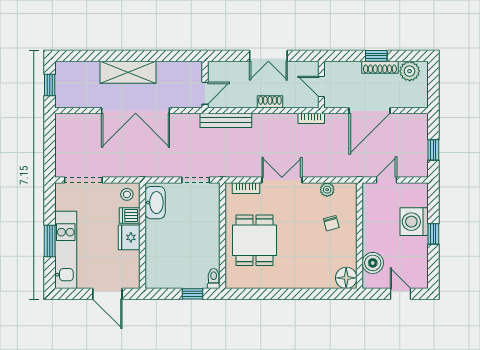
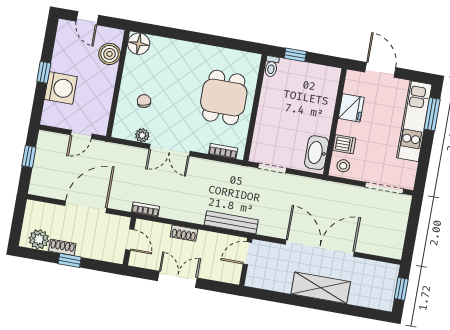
shoe rack: (380, 67) -> (62, 247), width x0.70
double door: (282, 180) -> (170, 150), moved
fridge: (129, 237) -> (351, 108), moved
window: (50, 241) -> (432, 114), moved

